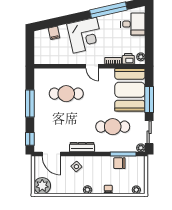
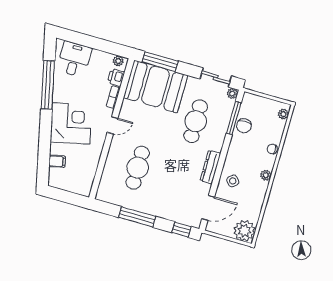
window: (149, 99) -> (160, 62), moved

